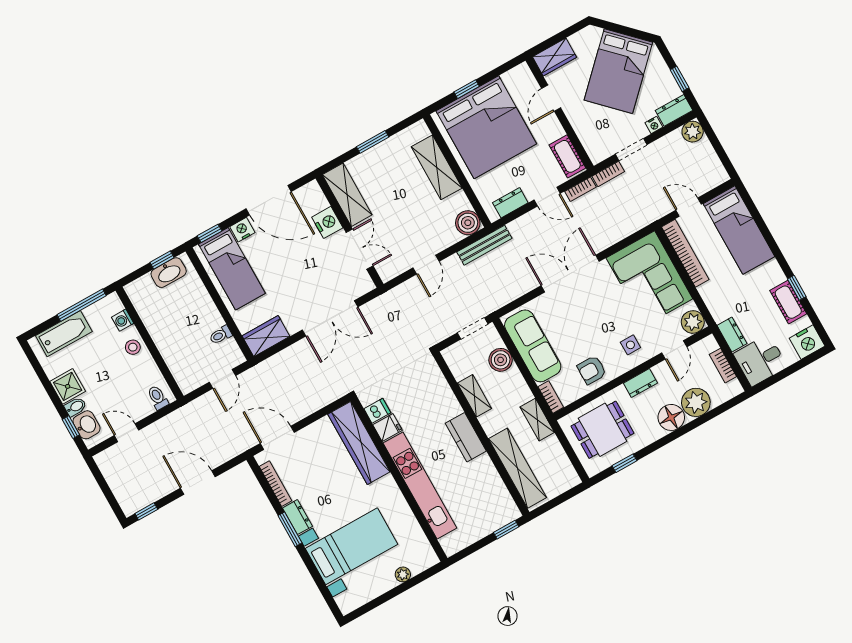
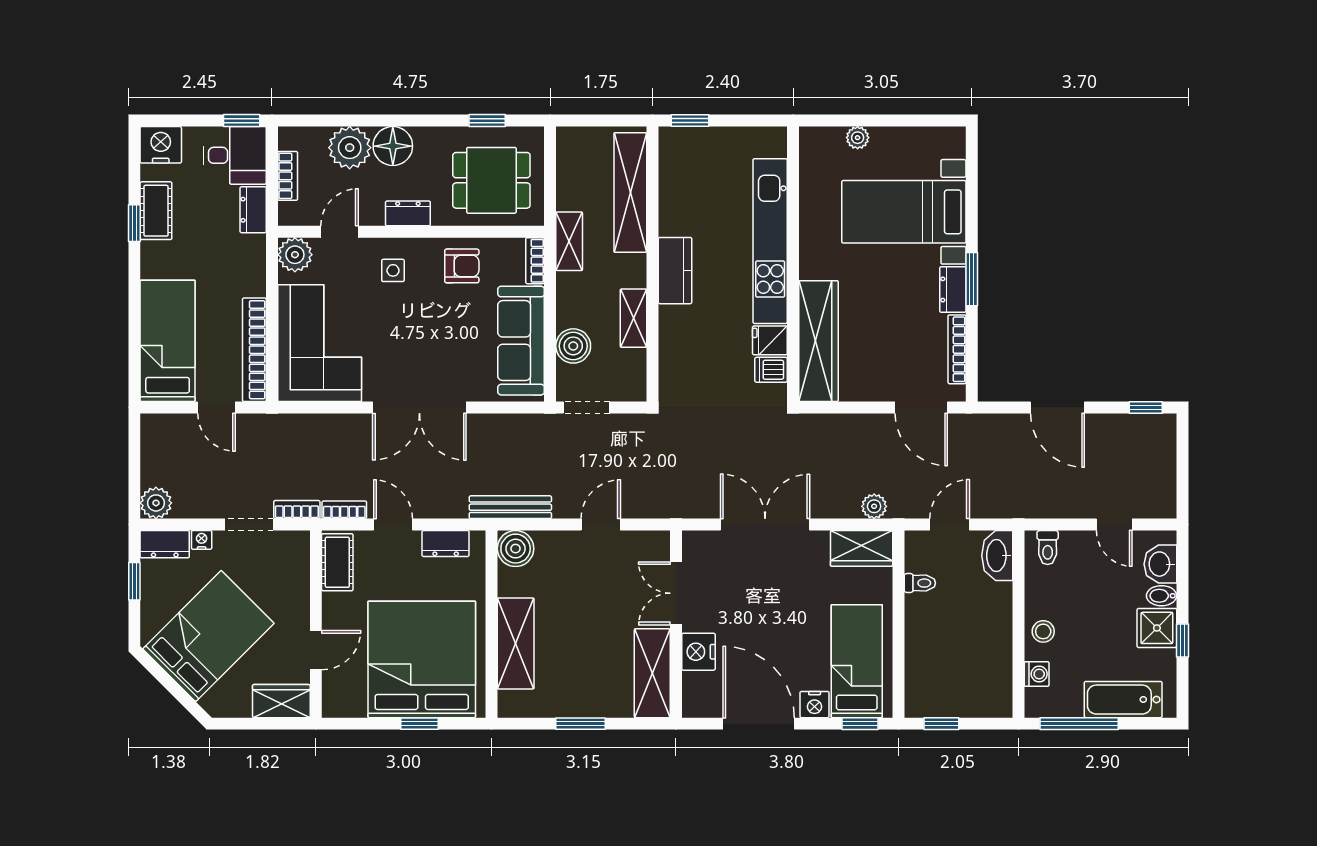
washbasin: (169, 273) -> (997, 555), moved, turned -90
plant: (272, 365) -> (874, 506), added
window: (768, 383) -> (242, 121), added
window: (71, 427) -> (1182, 640), moved

